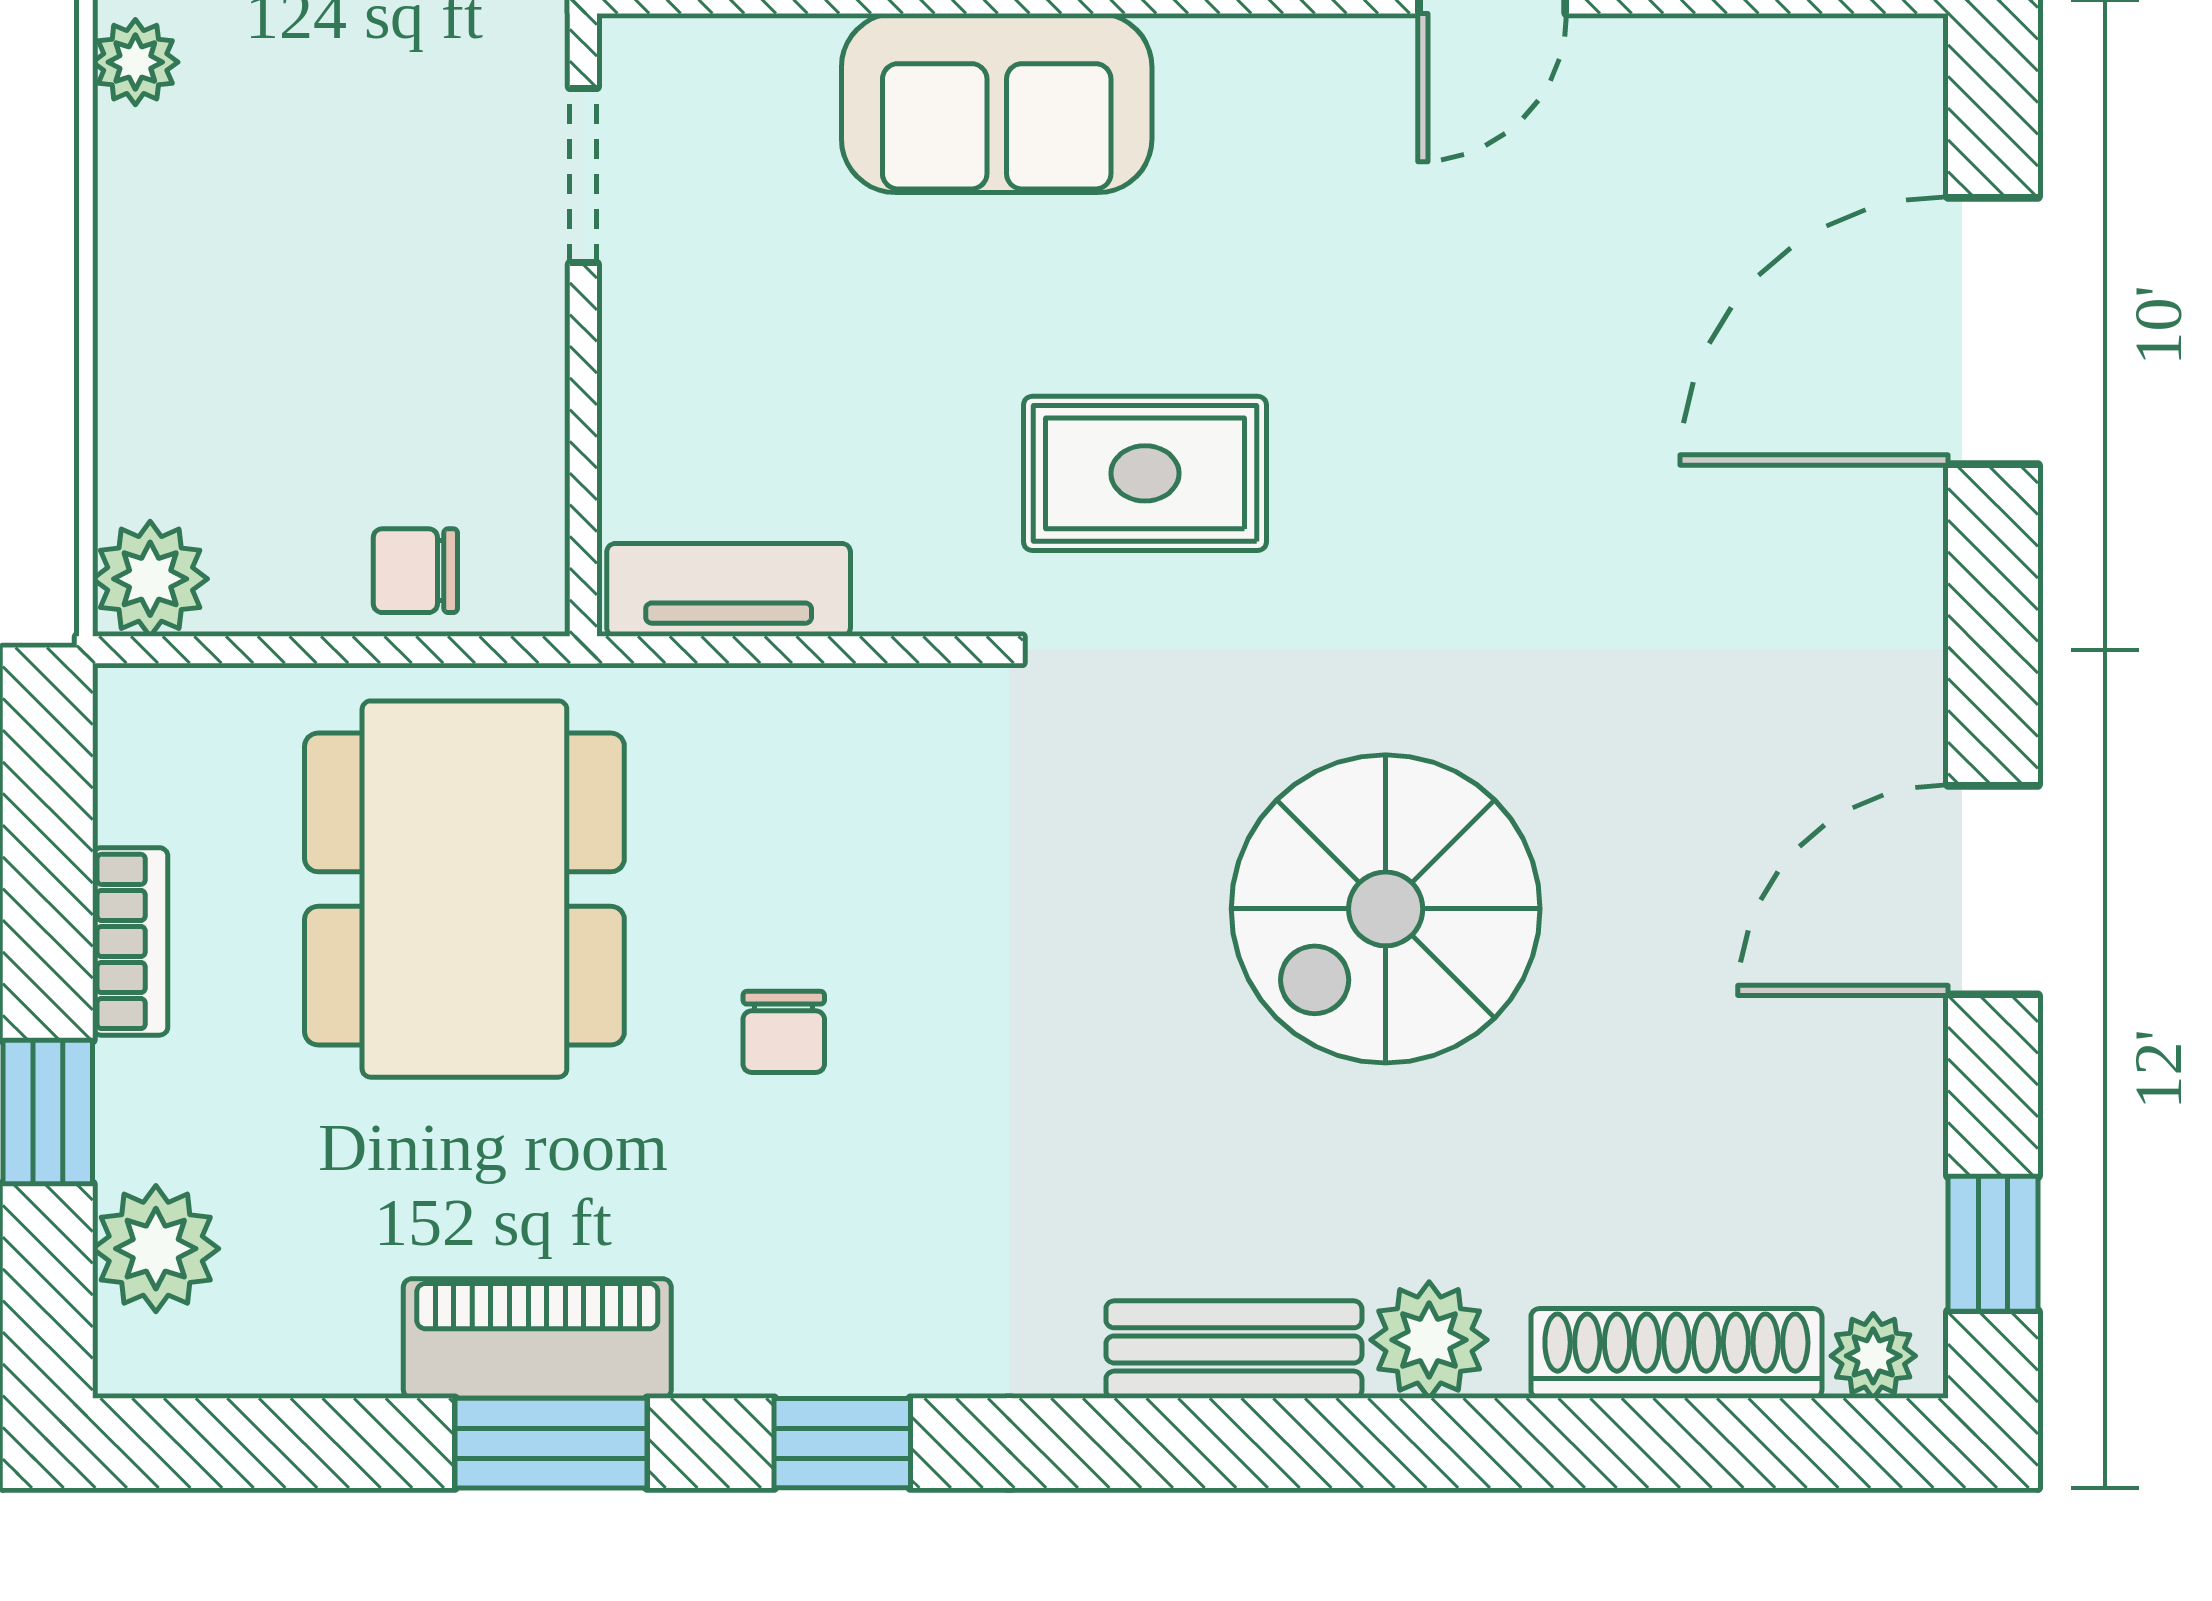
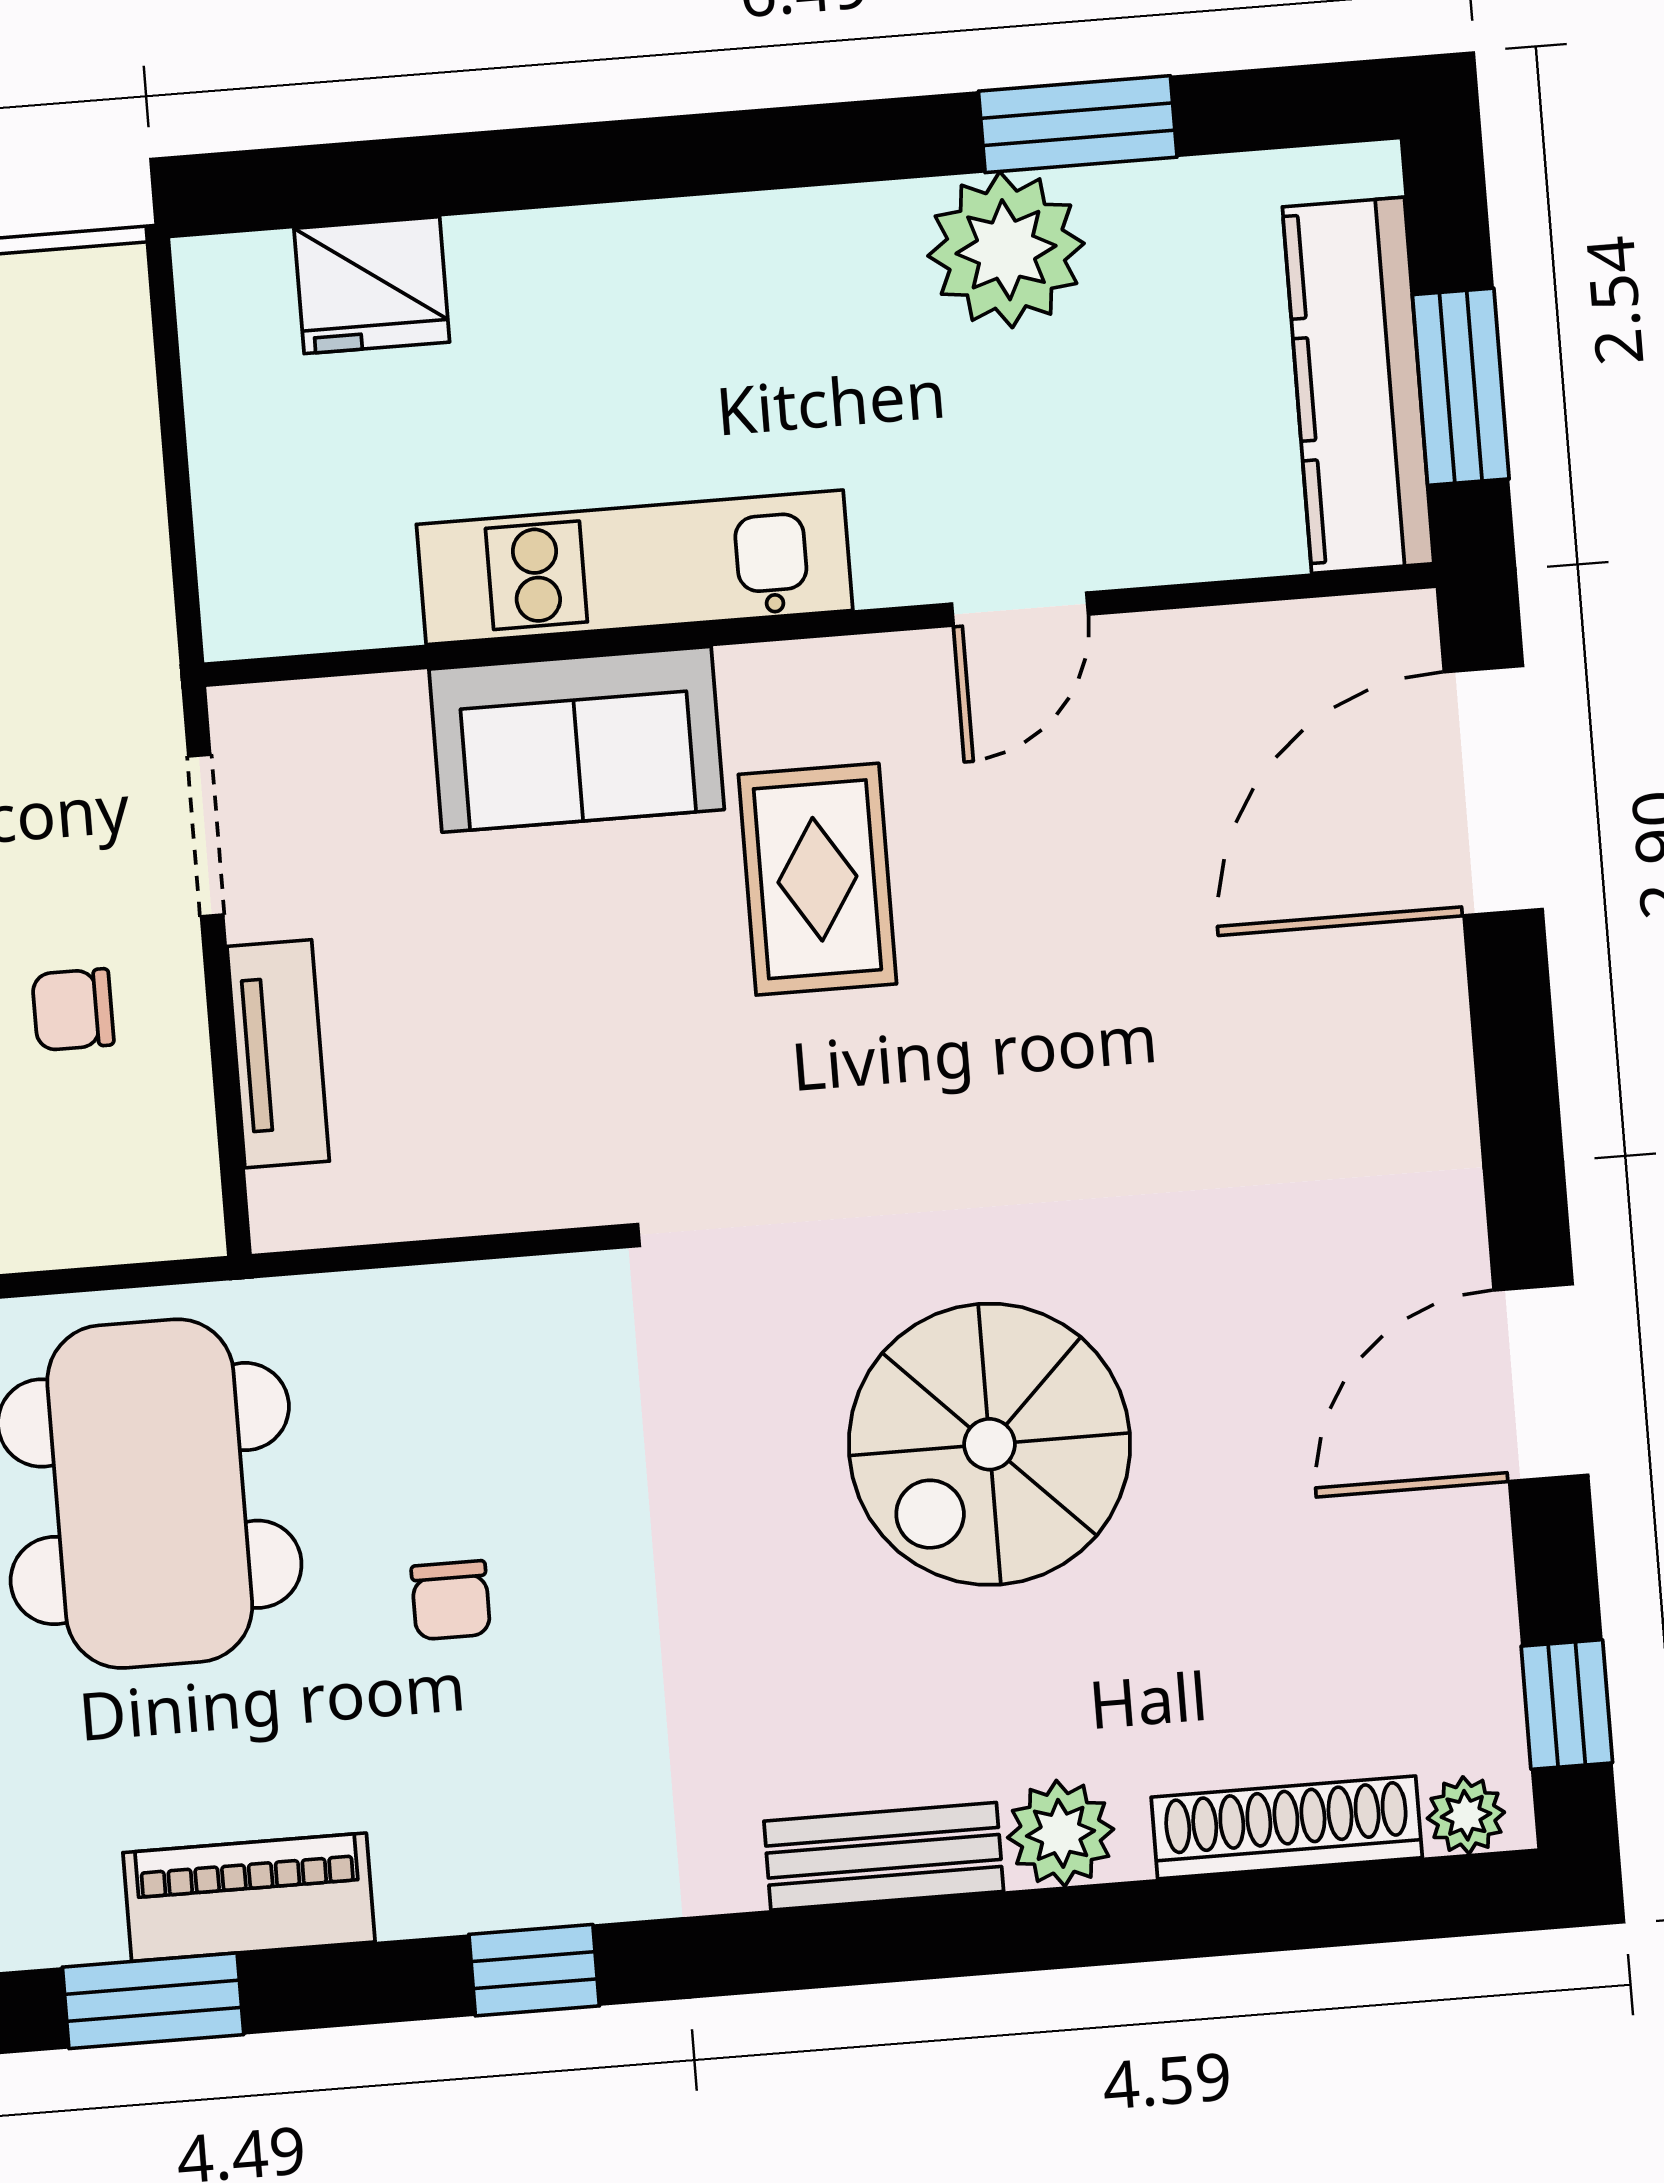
door: (1993, 331) -> (1493, 791), moved
rug: (1145, 473) -> (817, 879), moved, turned 90
chair: (415, 571) -> (73, 1010), moved
tv unit: (729, 590) -> (278, 1054), moved, turned 90
window: (551, 1443) -> (153, 2001), moved

